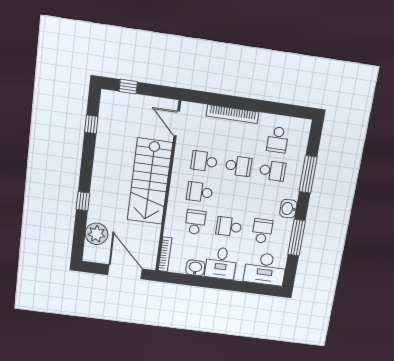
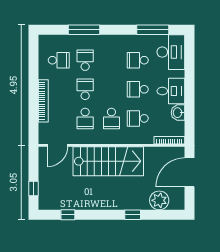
washbasin: (288, 209) -> (115, 41), removed
school desk: (229, 227) -> (138, 89), turned 90
window: (297, 238) -> (153, 30), moved

